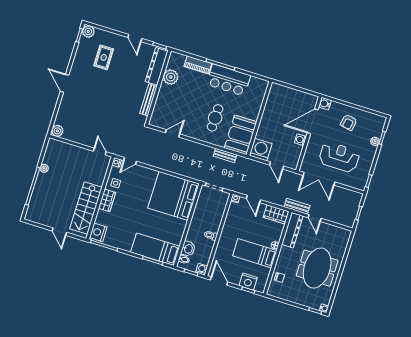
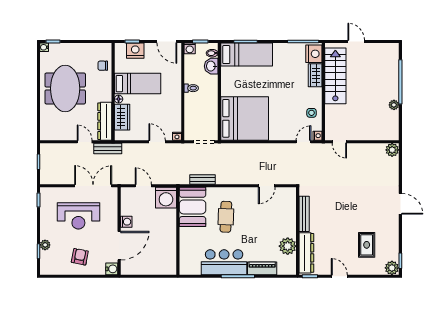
wardrobe: (107, 200) -> (315, 75), moved
wardrobe: (276, 214) -> (122, 117), moved, turned 90

